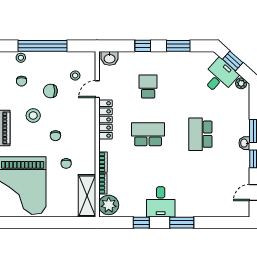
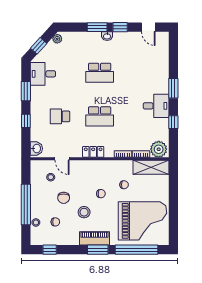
desk: (220, 77) -> (43, 74), moved, turned -42
locker: (106, 119) -> (93, 152), width x0.66
school desk: (148, 134) -> (100, 116), turned -90

